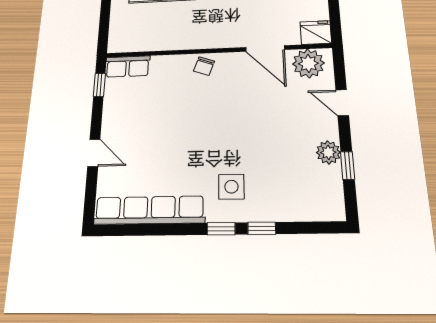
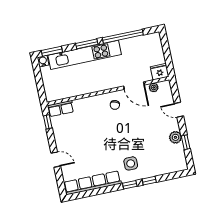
plant: (308, 63) -> (154, 87), width x0.53, depth x0.53
chair: (204, 66) -> (115, 105), moved

